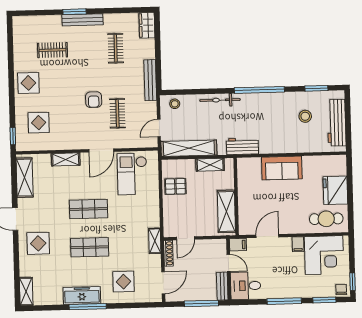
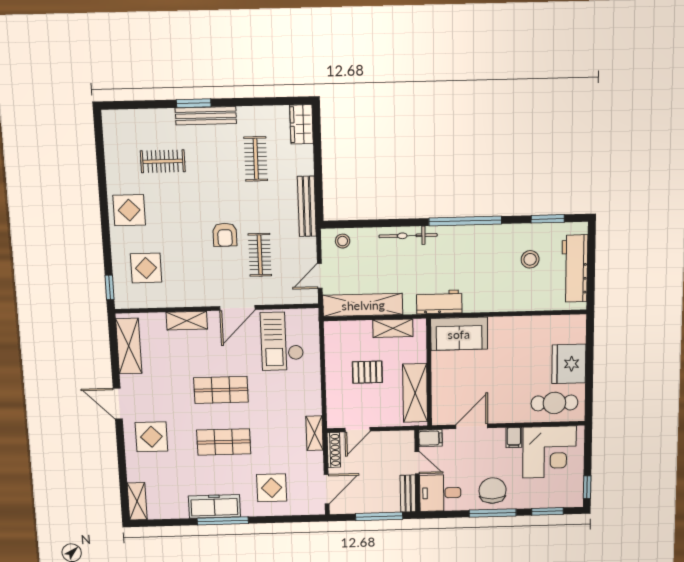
sofa: (282, 168) -> (459, 334), moved
pallet: (175, 186) -> (367, 372), moved
chair: (341, 290) -> (493, 491), moved, width x1.87, depth x1.87

